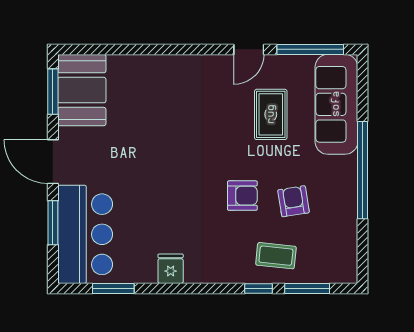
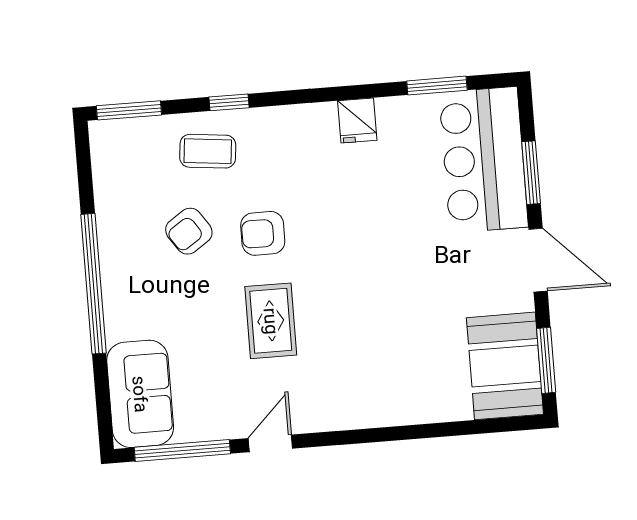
sofa: (336, 104) -> (140, 394), width x0.73
rug: (271, 114) -> (271, 321), moved
armchair: (294, 201) -> (189, 231), turned 65
window: (307, 288) -> (129, 110), moved

